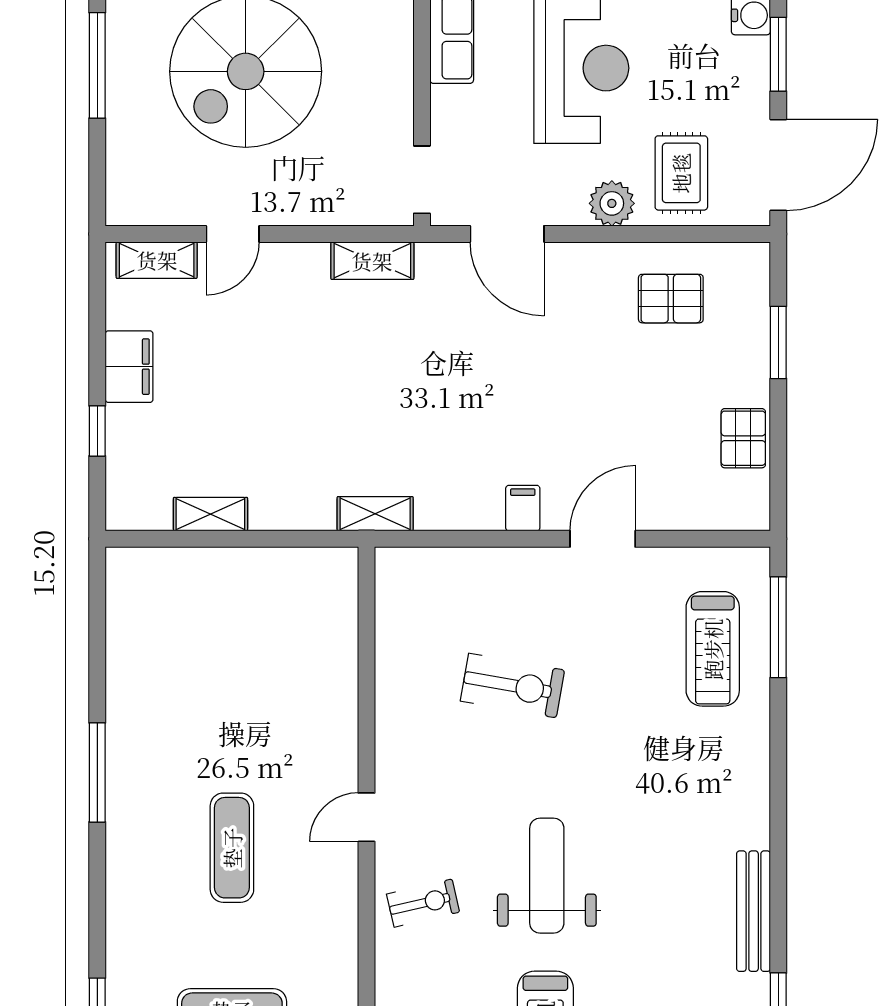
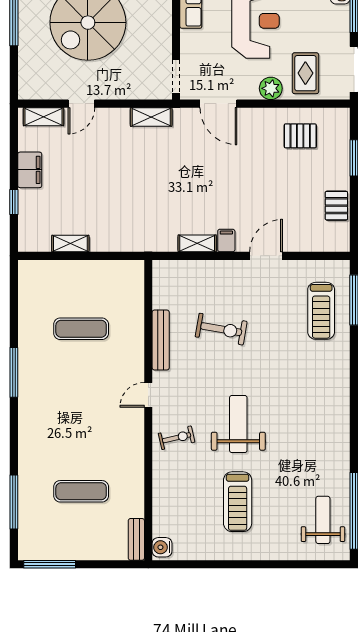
shelving: (375, 514) -> (197, 243), moved
exercise mat: (232, 848) -> (81, 329), moved, turned 90
bench: (754, 911) -> (161, 340), moved

